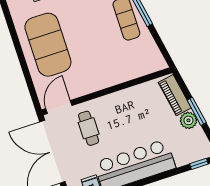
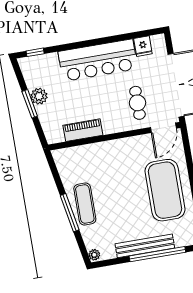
piano: (175, 95) -> (83, 130), moved, turned -80

